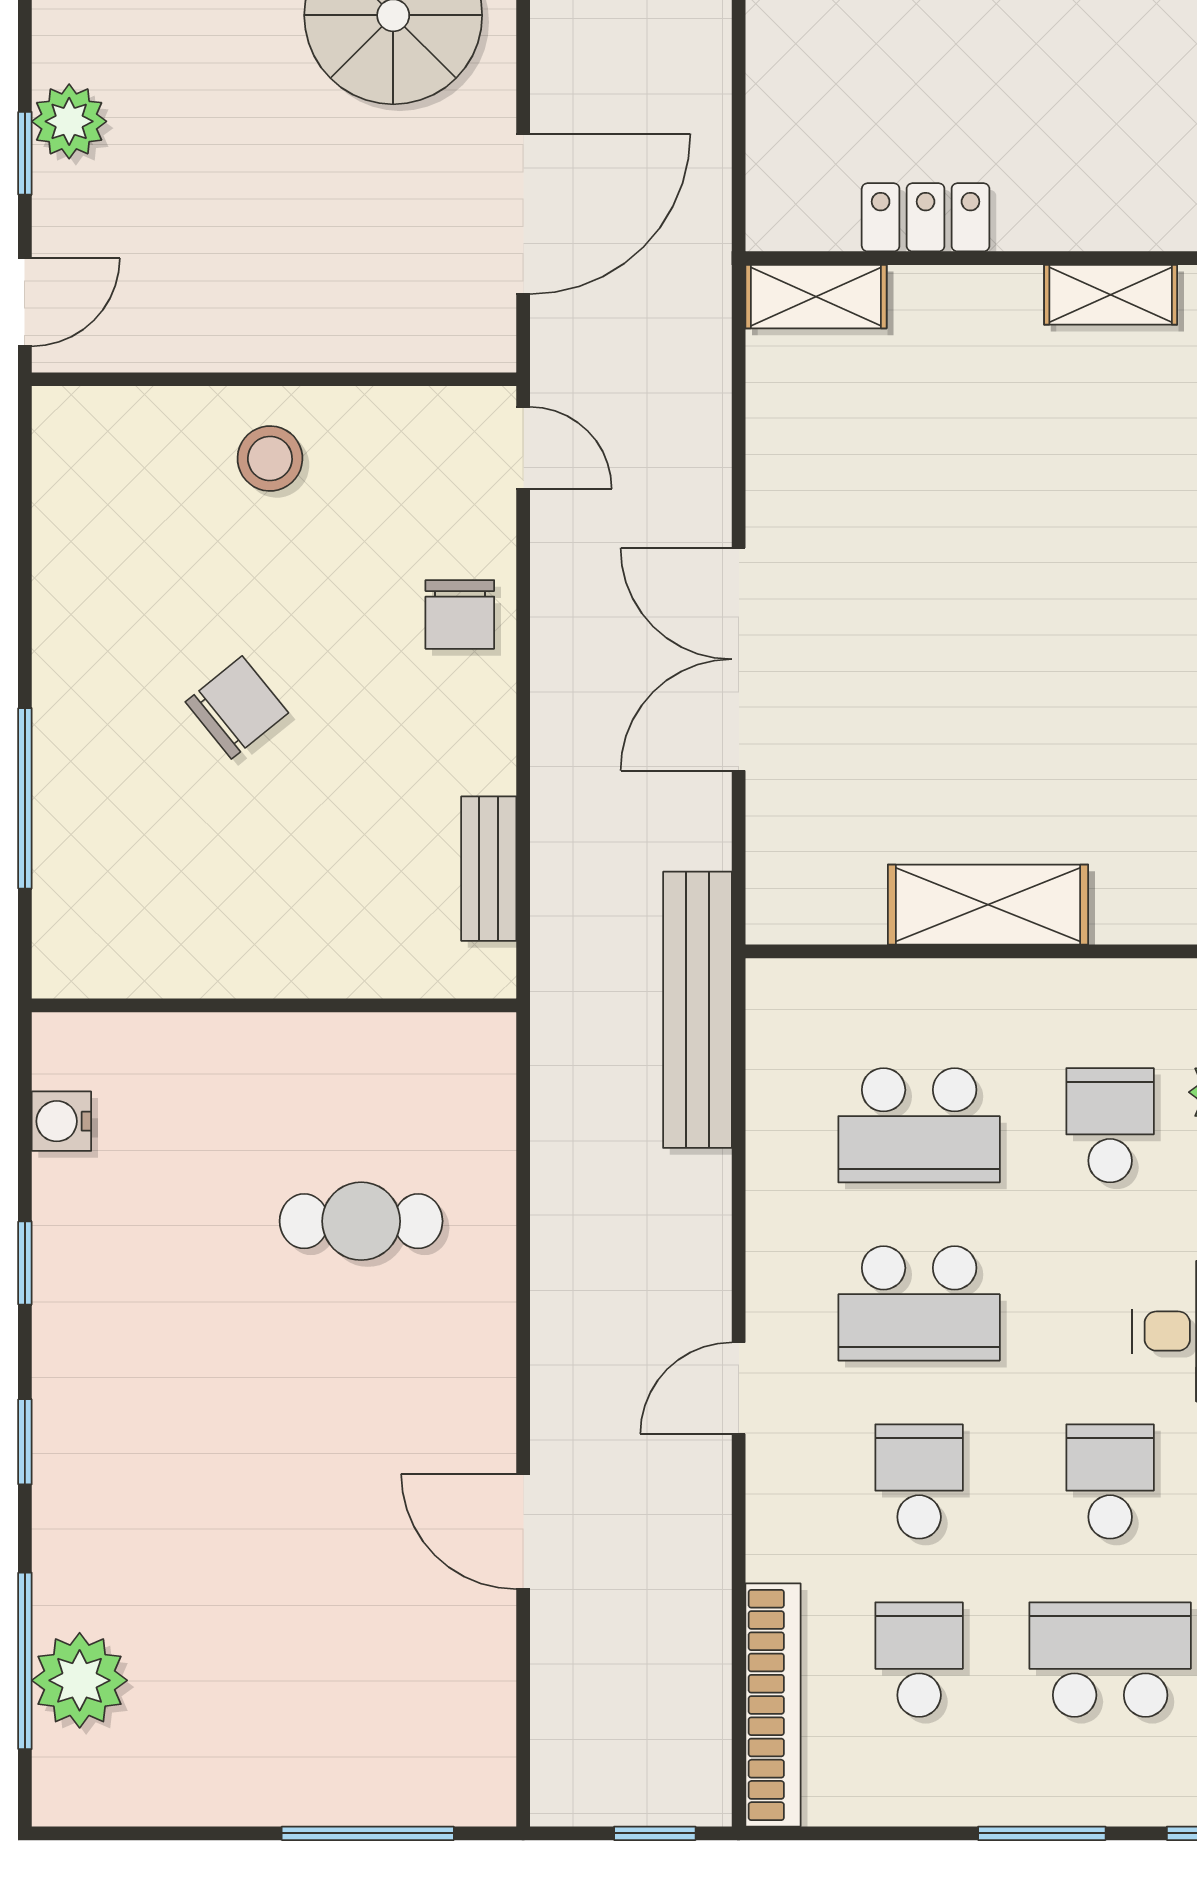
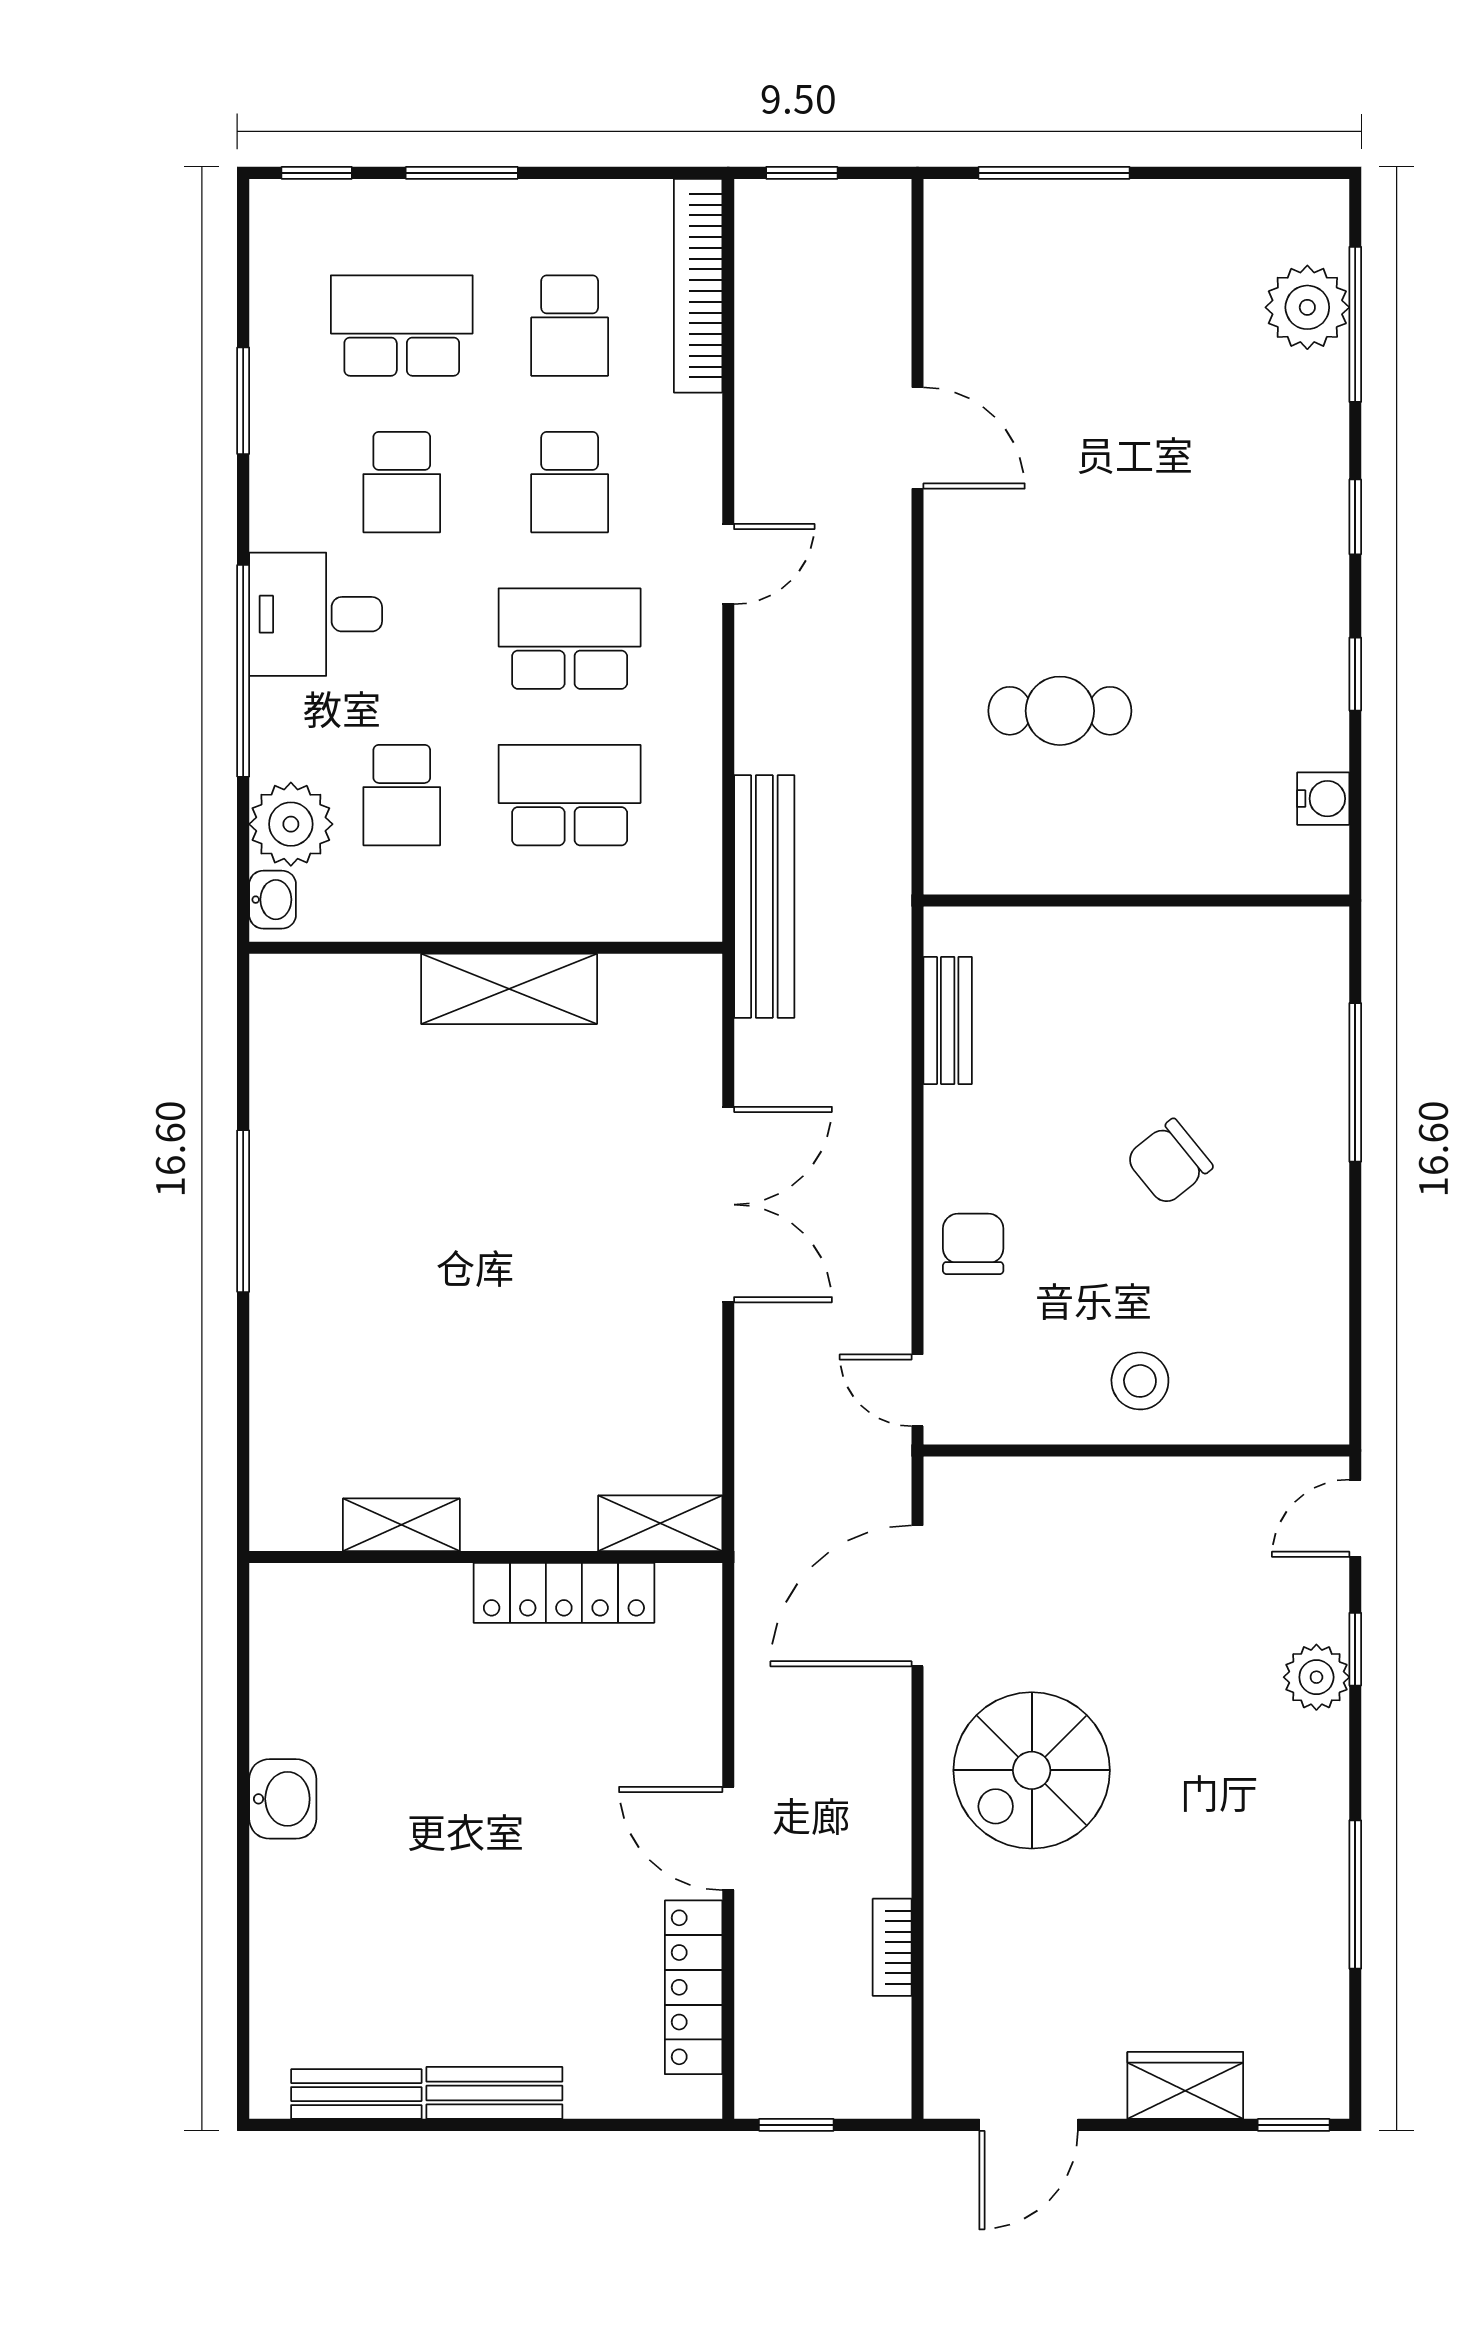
locker: (926, 217) -> (564, 1593), width x1.53
school desk: (1110, 1660) -> (402, 326), turned 180

